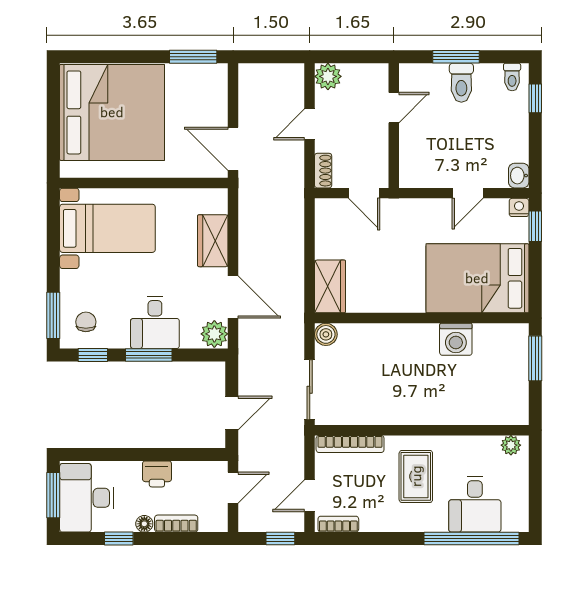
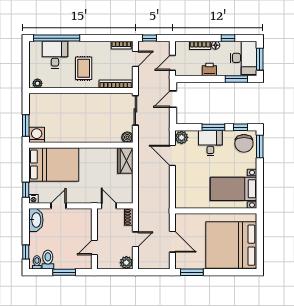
toilet: (461, 83) -> (48, 260), moved
door: (233, 149) -> (172, 242), moved
washbasin: (519, 176) -> (36, 220), width x1.91, depth x1.45
wardrobe: (213, 241) -> (182, 183), removed
chair: (86, 322) -> (244, 143), width x1.87, depth x1.87
washing machine: (456, 339) -> (37, 135), moved
window: (101, 454) -> (236, 79), added

